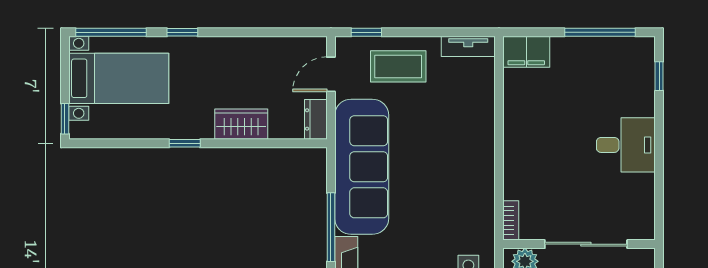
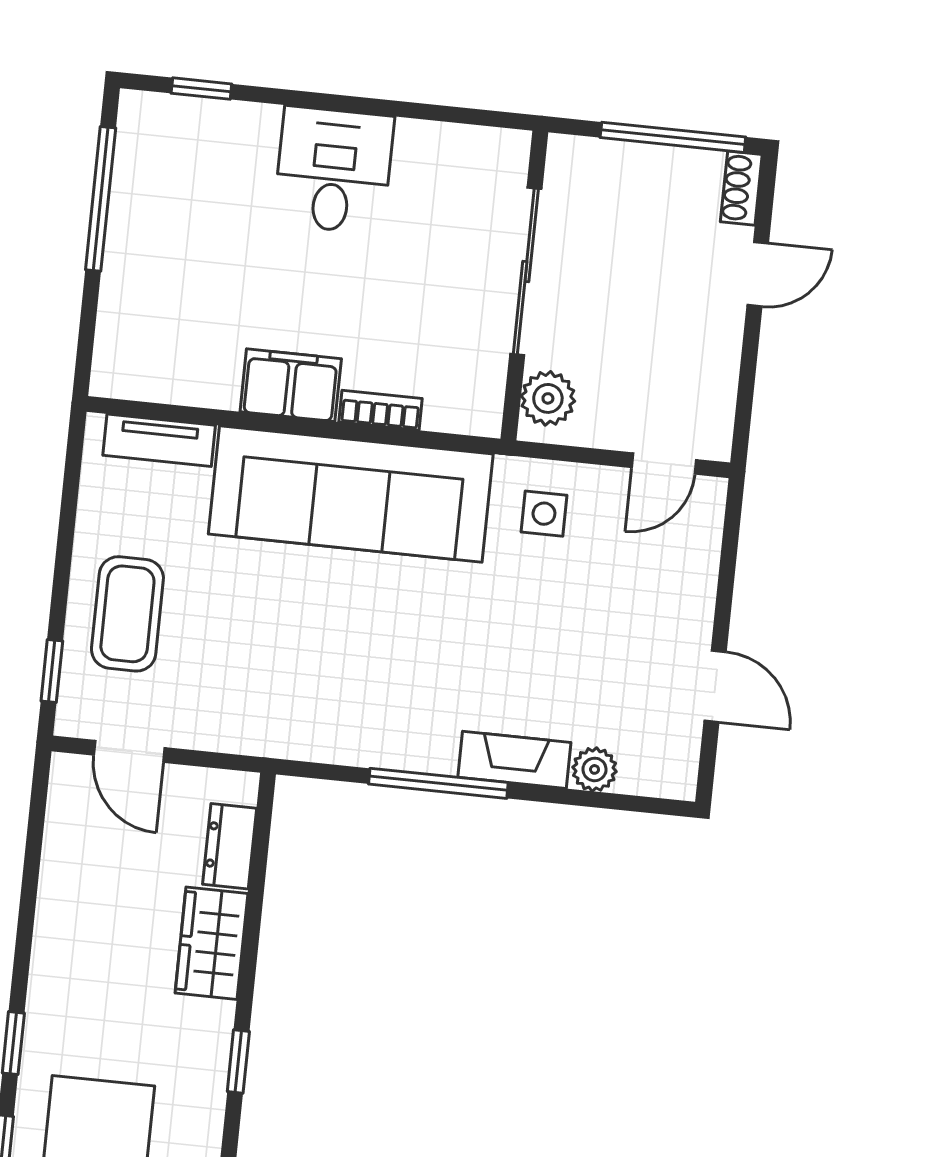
tv unit: (468, 46) -> (159, 440), moved, turned 90
filing cabinet: (526, 52) -> (291, 385), moved, turned -90
dresser: (316, 119) -> (230, 846), moved, turned 90
sofa: (362, 167) -> (351, 494), moved, turned 180
bookcase: (511, 220) -> (381, 410), moved

